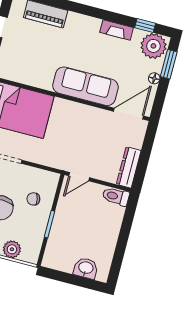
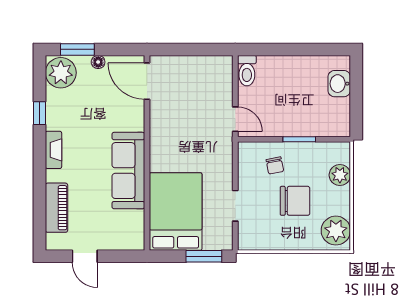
window: (145, 25) -> (40, 113), moved
fireplace: (117, 30) -> (53, 150), moved
sofa: (85, 86) -> (128, 171), moved
dresser: (129, 167) -> (209, 65), removed

